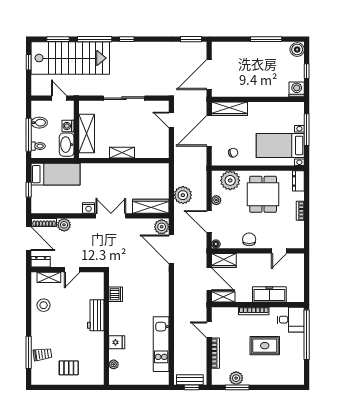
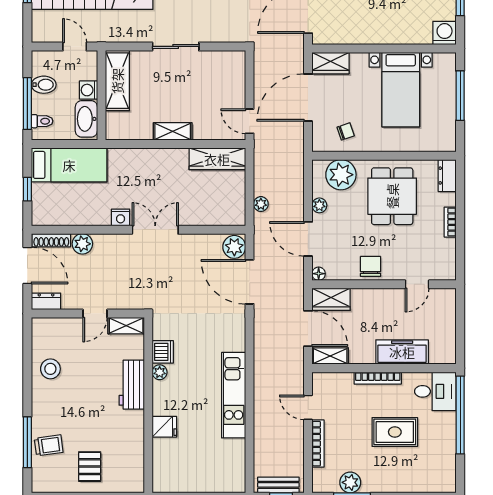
sliding door: (124, 98) -> (176, 46), width x0.73
wardrobe: (229, 109) -> (331, 63), width x0.67
door: (171, 120) -> (250, 121), moved
shelving: (87, 134) -> (117, 81), moved
bed with nightstands: (280, 145) -> (401, 90), moved, turned -90
plant: (183, 195) -> (261, 204), width x0.53, depth x0.53
wardrobe: (151, 206) -> (217, 159), moved, turned 180
shelving: (49, 277) -> (126, 326), moved
kitchen unit: (161, 344) -> (234, 395), moved
plant: (114, 364) -> (160, 372), moved
pallet: (69, 368) -> (90, 467), turned 90

